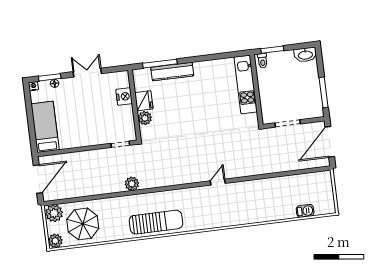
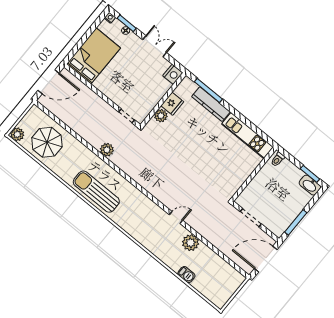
window: (272, 50) -> (310, 174), moved
kitchen unit: (246, 84) -> (247, 136), moved, turned -90
nightstand: (124, 96) -> (173, 74), moved
bed: (45, 127) -> (94, 56), width x1.50
door: (218, 182) -> (176, 218), moved
barbecue: (305, 211) -> (186, 275), moved
plant: (54, 213) -> (191, 243), moved
sun lounger: (156, 222) -> (96, 192), turned 180

